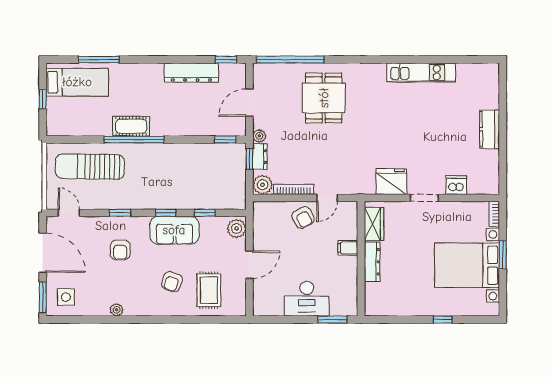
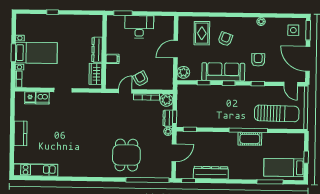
kitchen unit: (421, 73) -> (36, 170), moved
fridge: (391, 182) -> (30, 98), moved, width x0.53, depth x0.75
sofa: (174, 230) -> (223, 72), width x1.36
bed with nightstands: (467, 265) -> (36, 53), width x0.73

